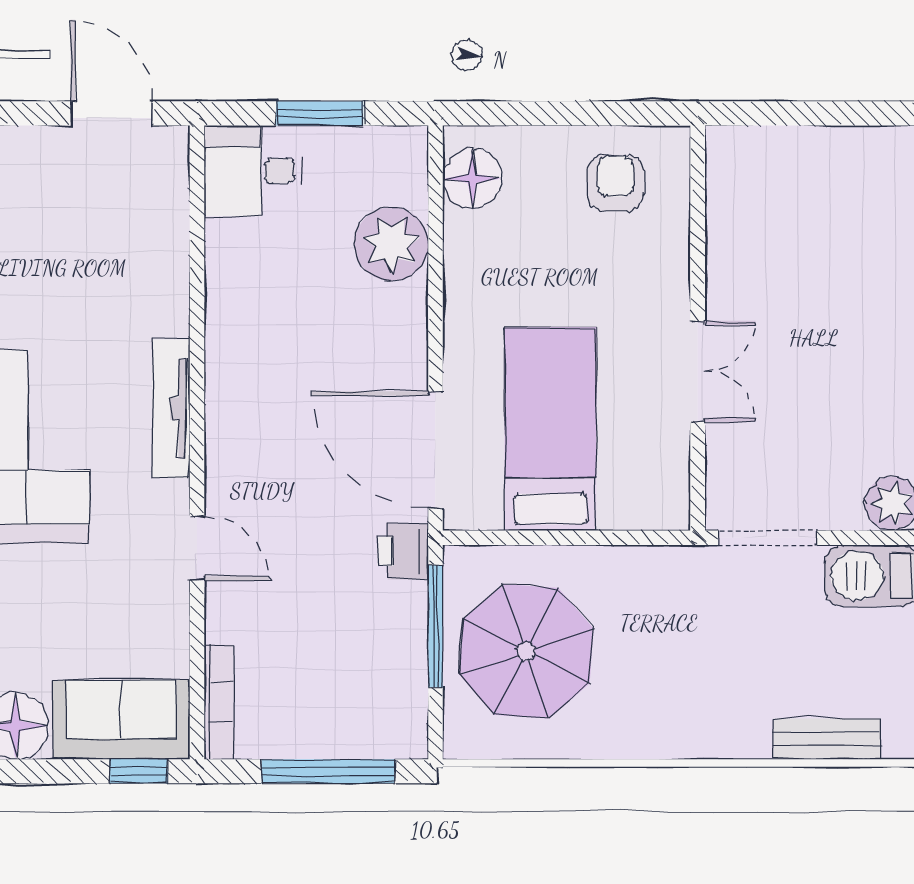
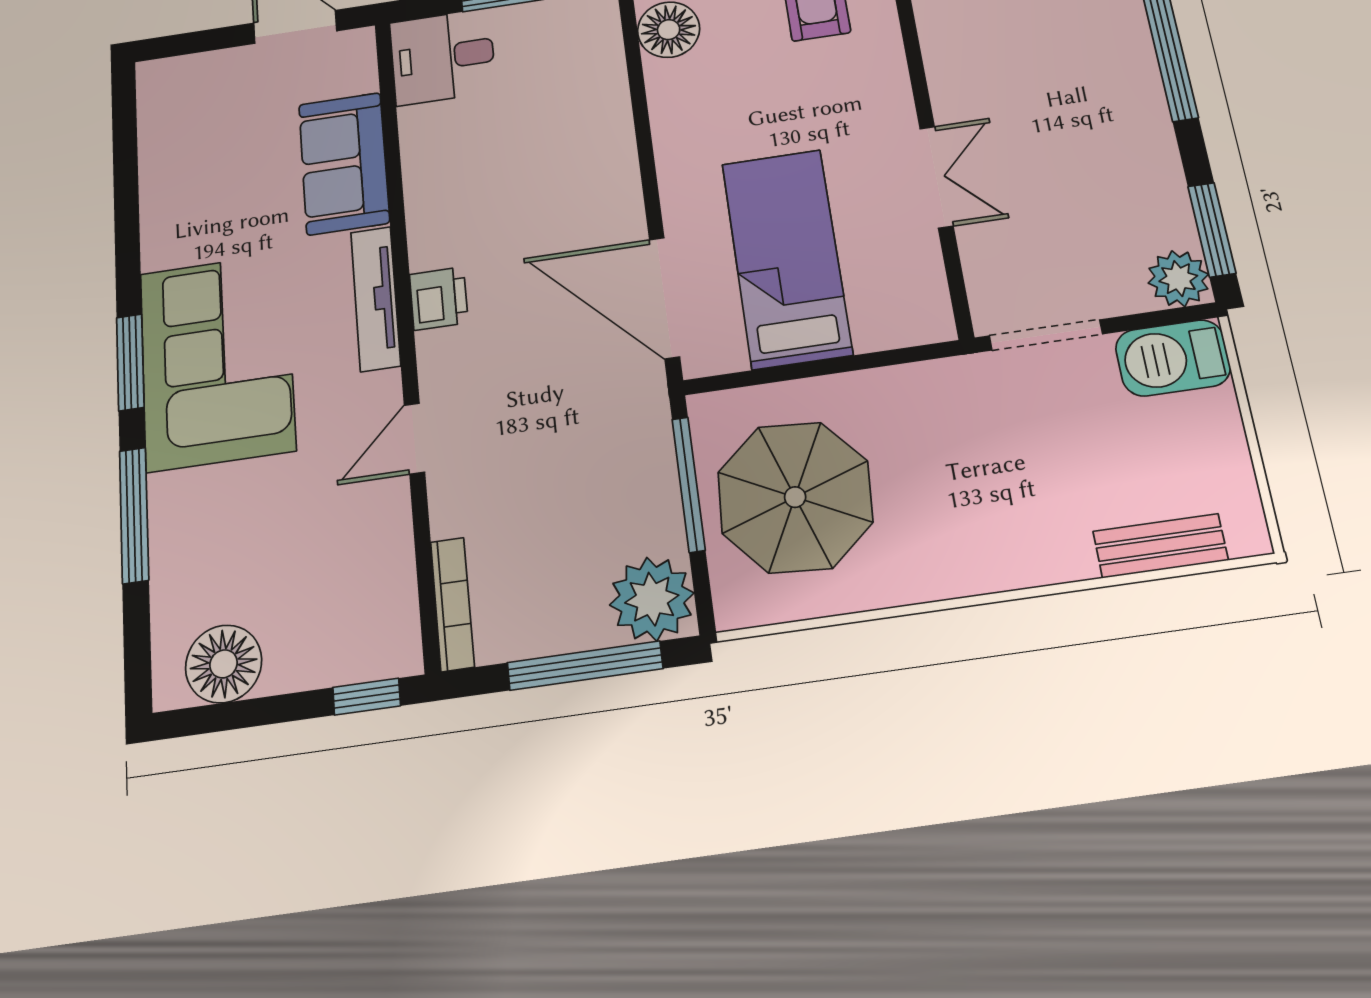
plant: (391, 244) -> (652, 599), moved
door: (197, 548) -> (414, 439), swing flipped
printer: (403, 551) -> (439, 298), moved, turned 180
sofa: (121, 720) -> (344, 163), moved, turned -90

